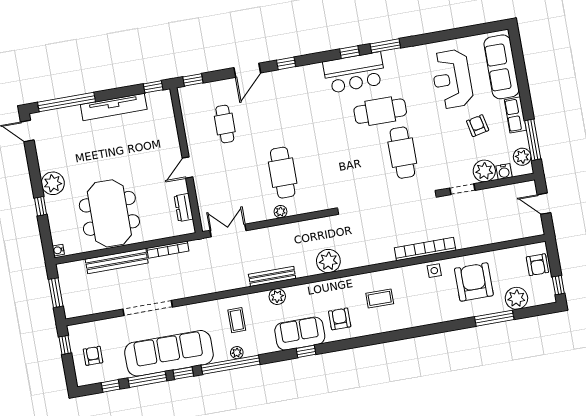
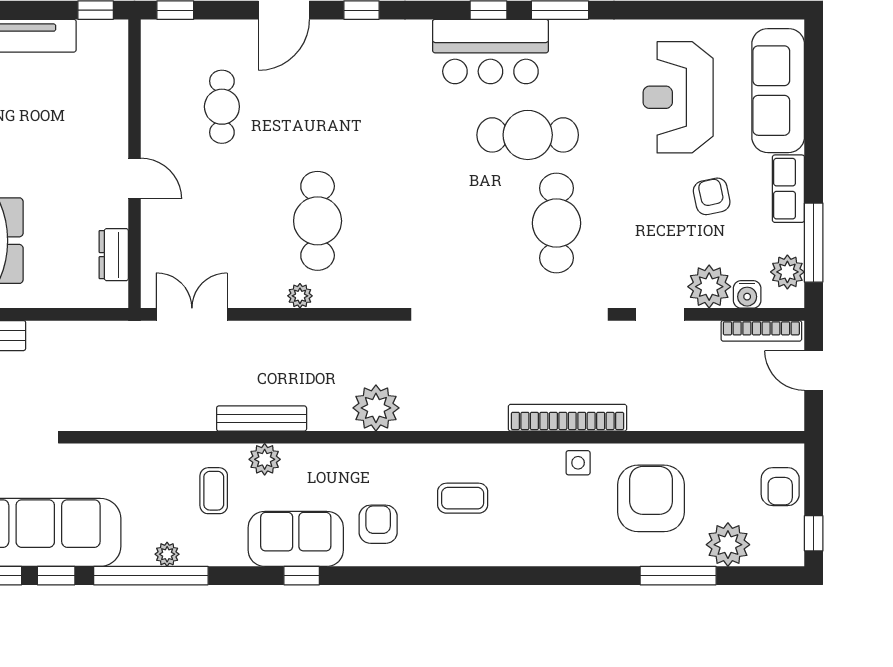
door: (187, 168) -> (135, 178), swing flipped
bookcase: (168, 250) -> (761, 331), moved
coffee table: (237, 320) -> (214, 491), moved

